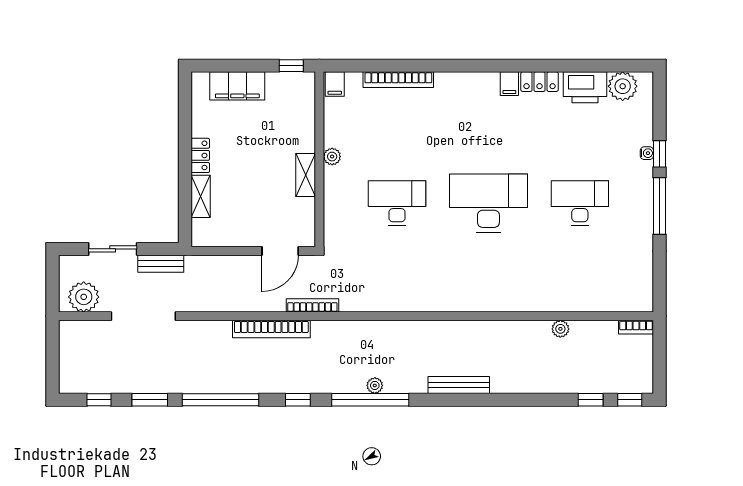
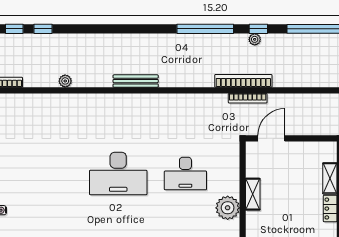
plant: (332, 157) -> (228, 208), width x1.88, depth x1.88
desk: (580, 203) -> (51, 173), removed
bookcase: (271, 329) -> (243, 81), moved
plant: (375, 385) -> (255, 39), moved
bench: (459, 385) -> (136, 81), moved

